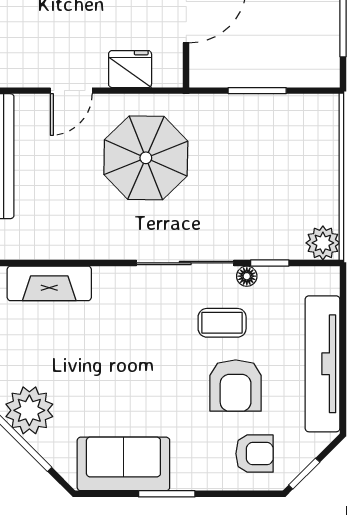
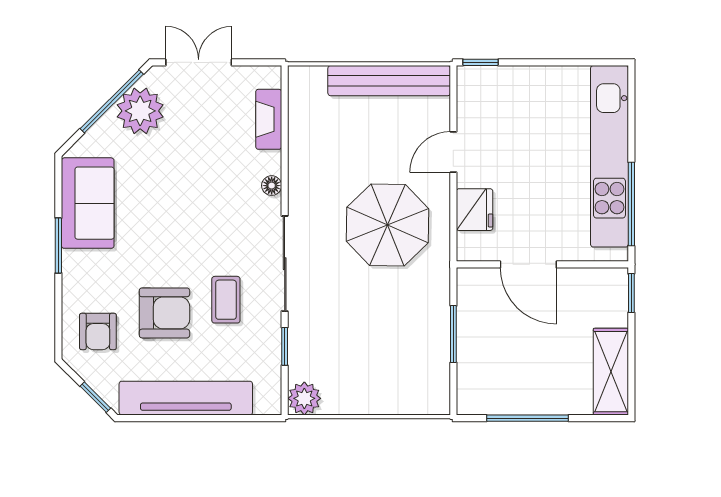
door: (71, 91) -> (453, 152), hinge flipped
floor lamp: (247, 276) -> (272, 186), moved
fireplace: (49, 283) -> (269, 119), width x0.73, depth x0.76
armchair: (236, 386) -> (164, 313), turned 180
window: (304, 474) -> (95, 397), moved

